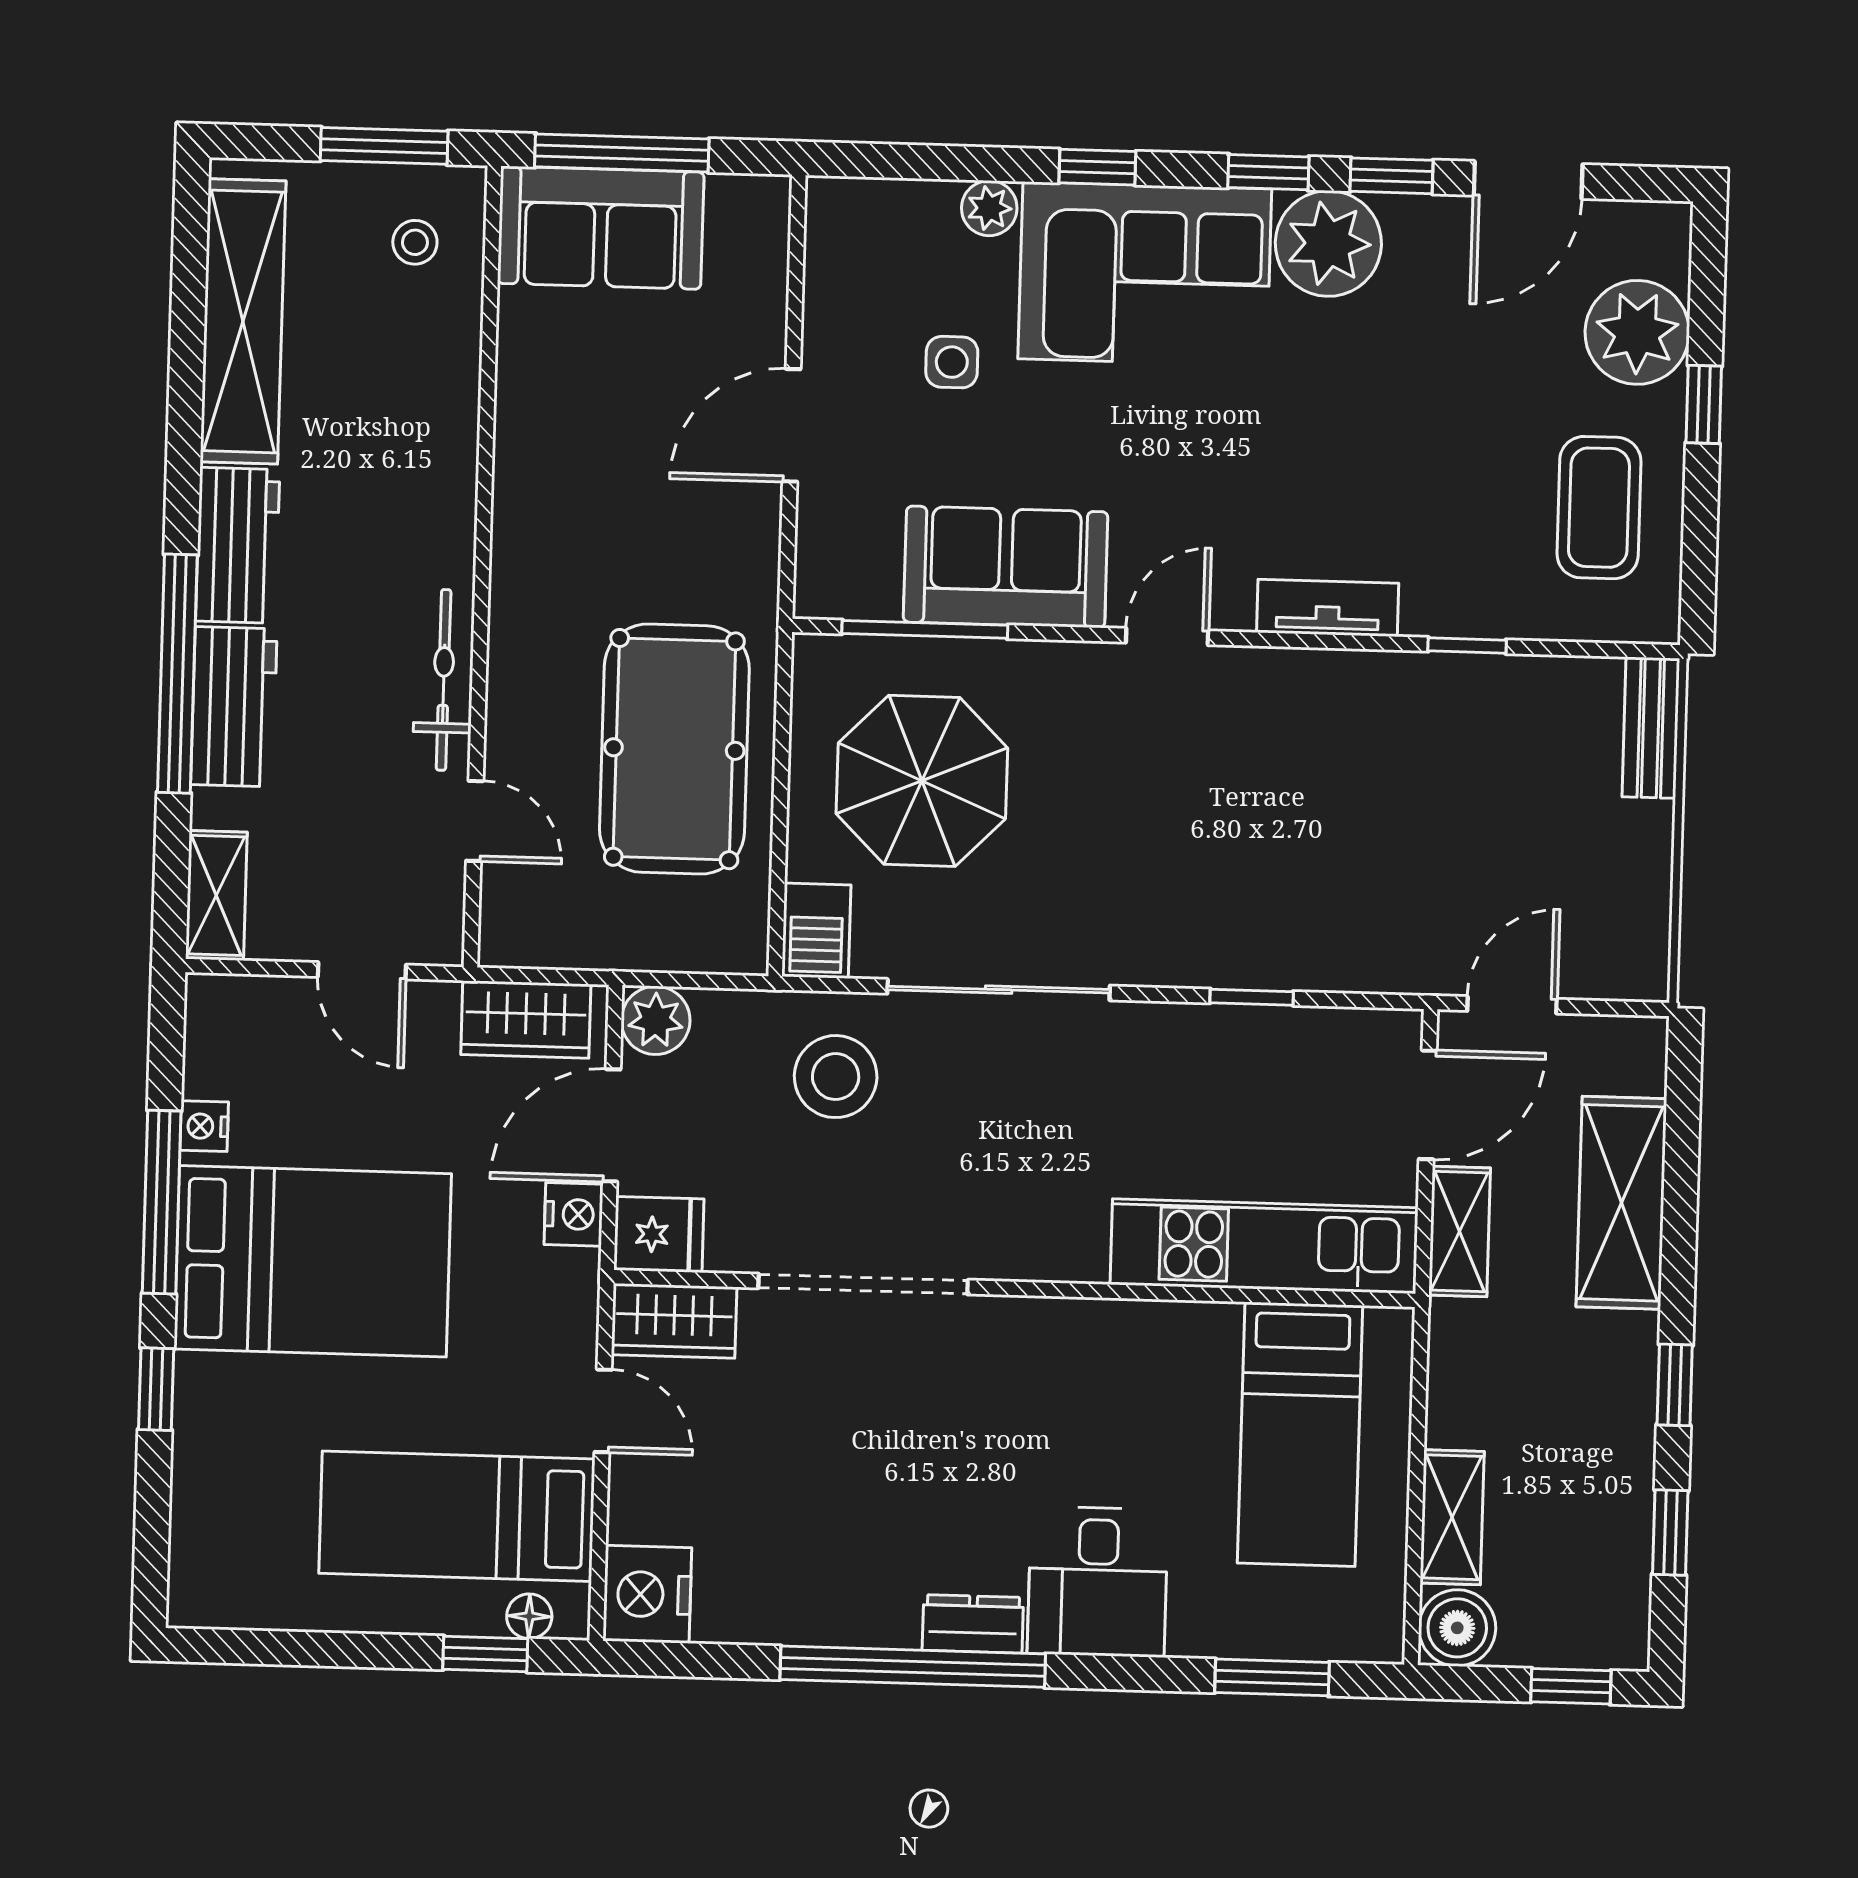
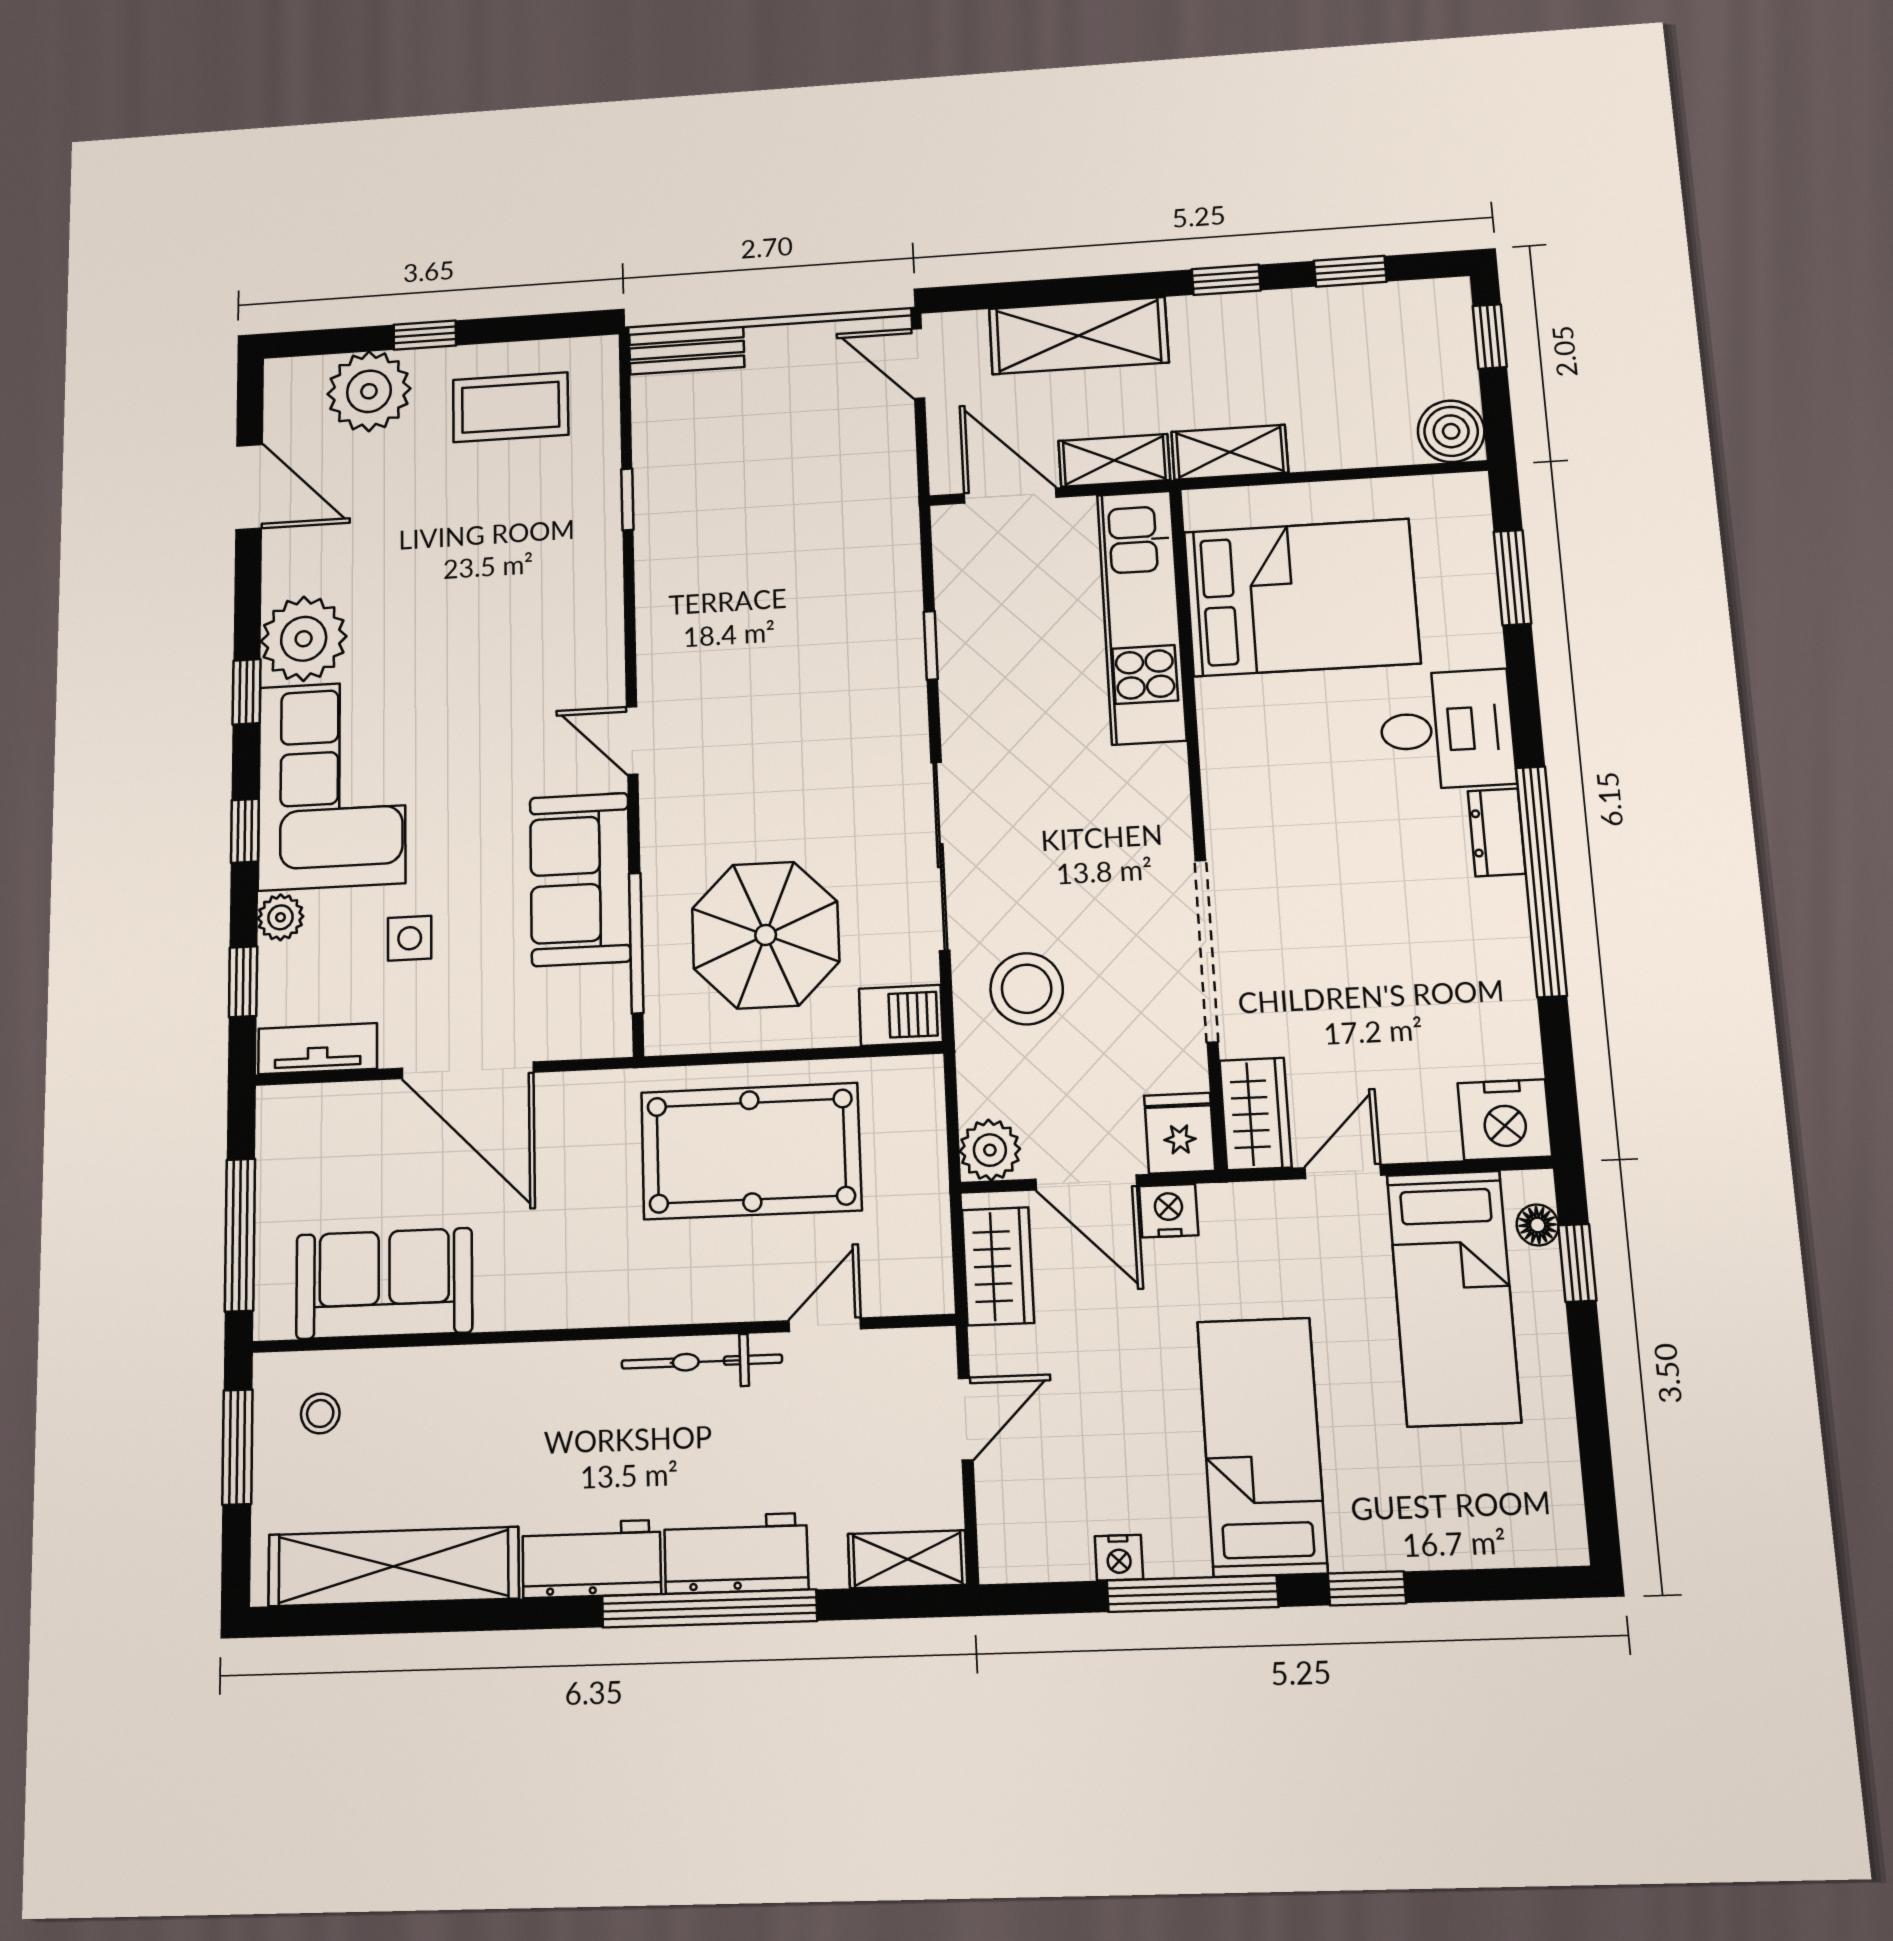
window: (1392, 176) -> (243, 982), moved
sofa: (601, 228) -> (384, 1283), moved, turned -90
door: (791, 425) -> (468, 1070), width x1.36
tv unit: (1328, 608) -> (318, 1049), moved, turned 90
door: (1512, 1005) -> (918, 363), moved
bed: (313, 1261) -> (1262, 1446), width x0.67
bed: (1300, 1434) -> (1301, 597), width x1.50
shelving: (1452, 1517) -> (1230, 452), moved

